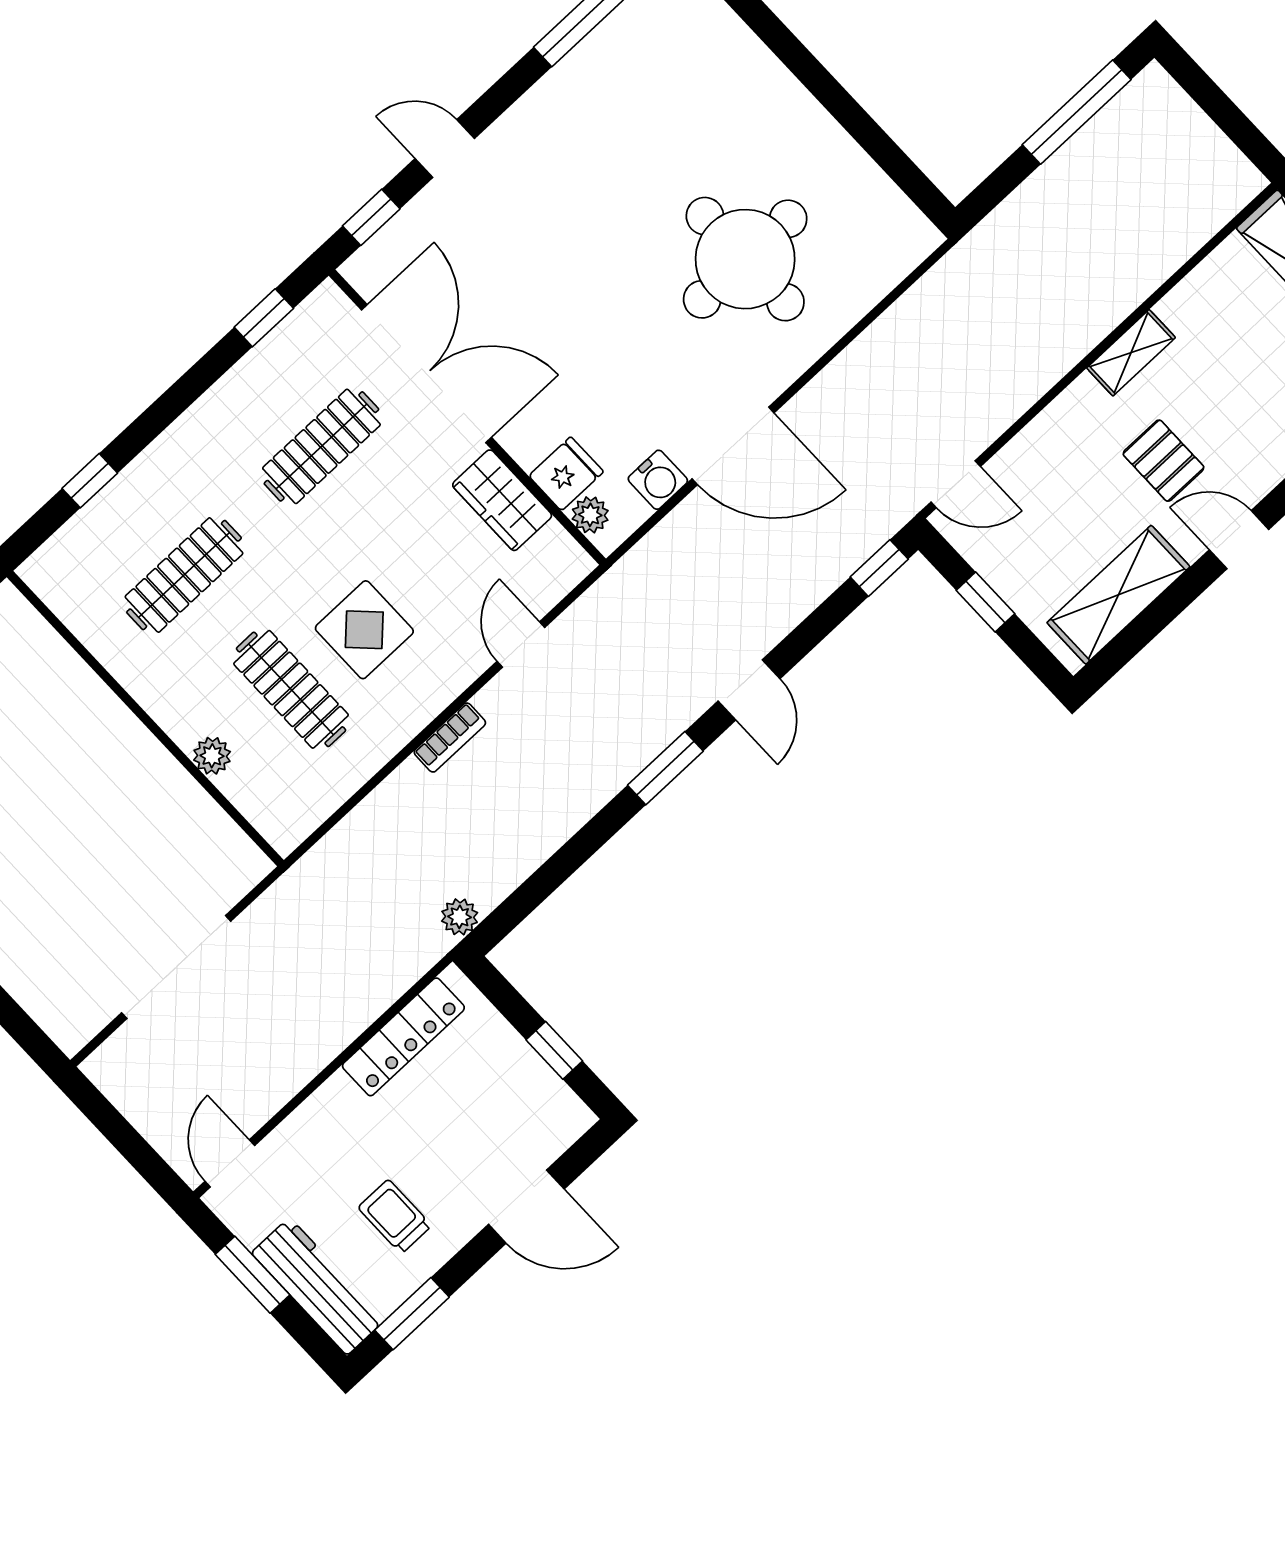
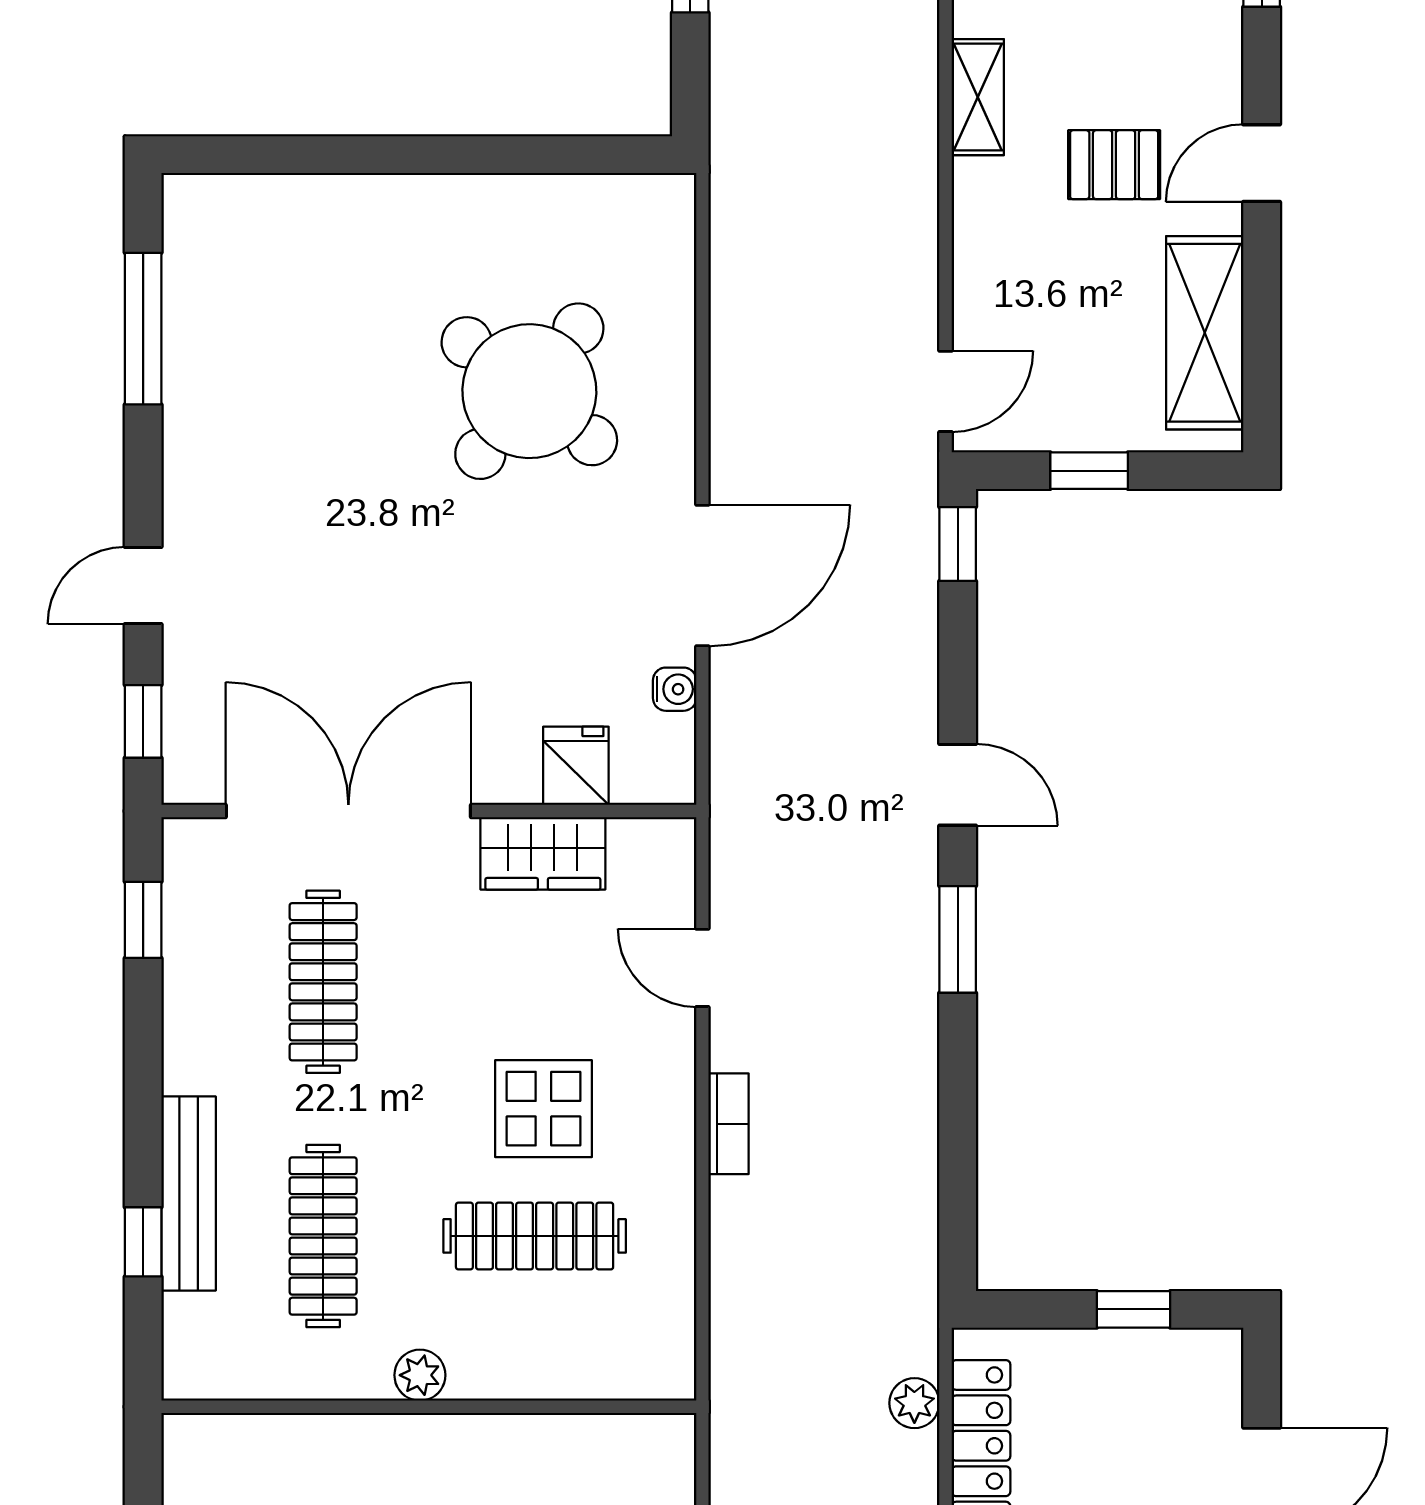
round table: (745, 259) -> (529, 391), turned 38
water cooler: (658, 480) -> (675, 689), width x0.72, depth x0.72
bench: (139, 481) -> (189, 1193), added
plant: (590, 515) -> (639, 780), removed
plant: (212, 756) -> (420, 1375), moved
plant: (460, 917) -> (914, 1403), moved

